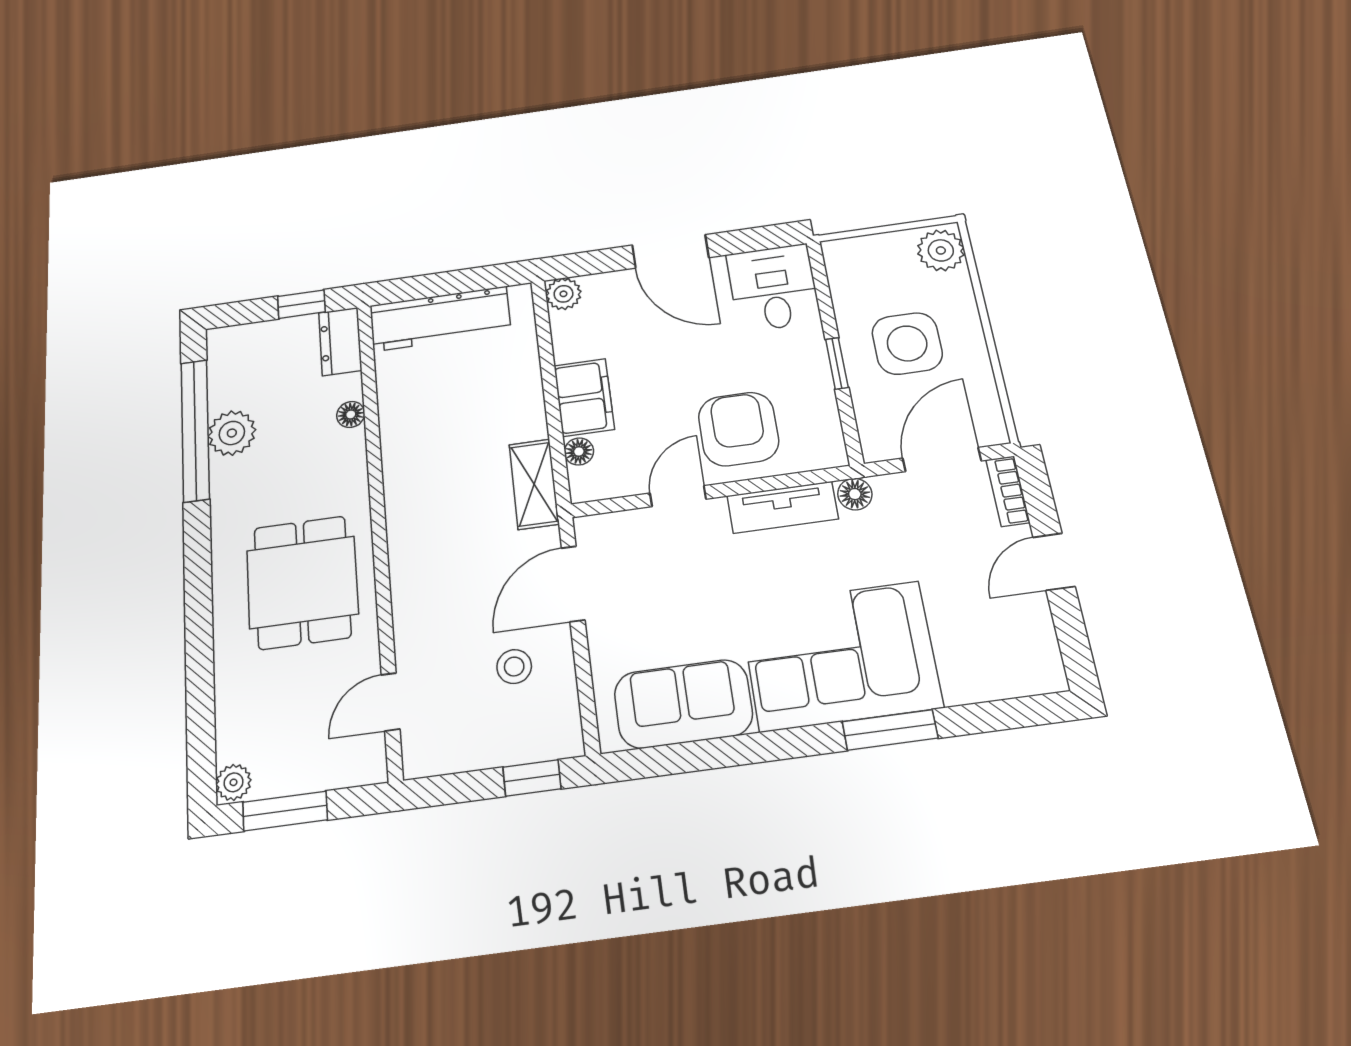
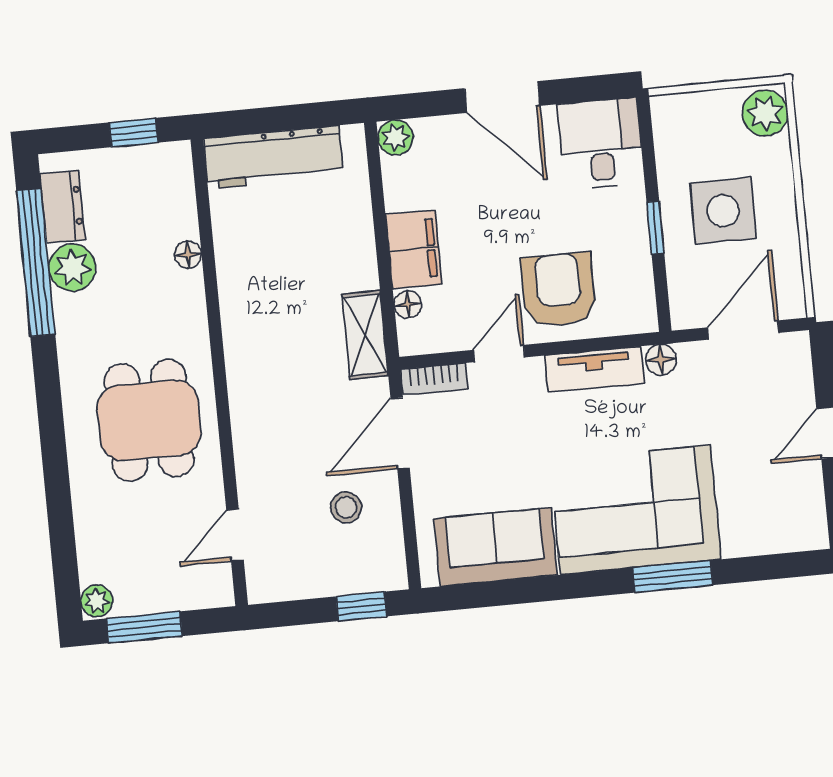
dresser: (340, 341) -> (63, 207), moved, turned 180
bookcase: (1008, 491) -> (434, 379), moved, turned -90

